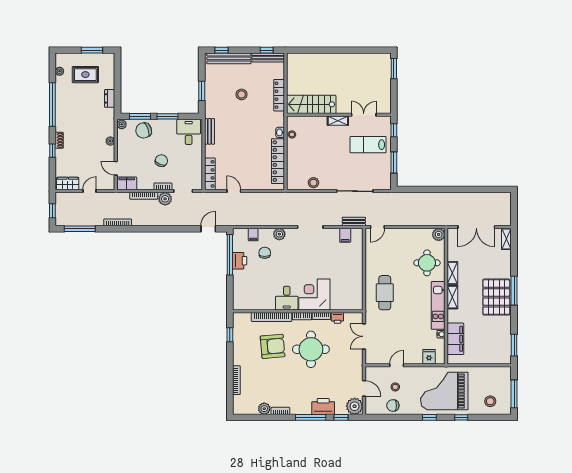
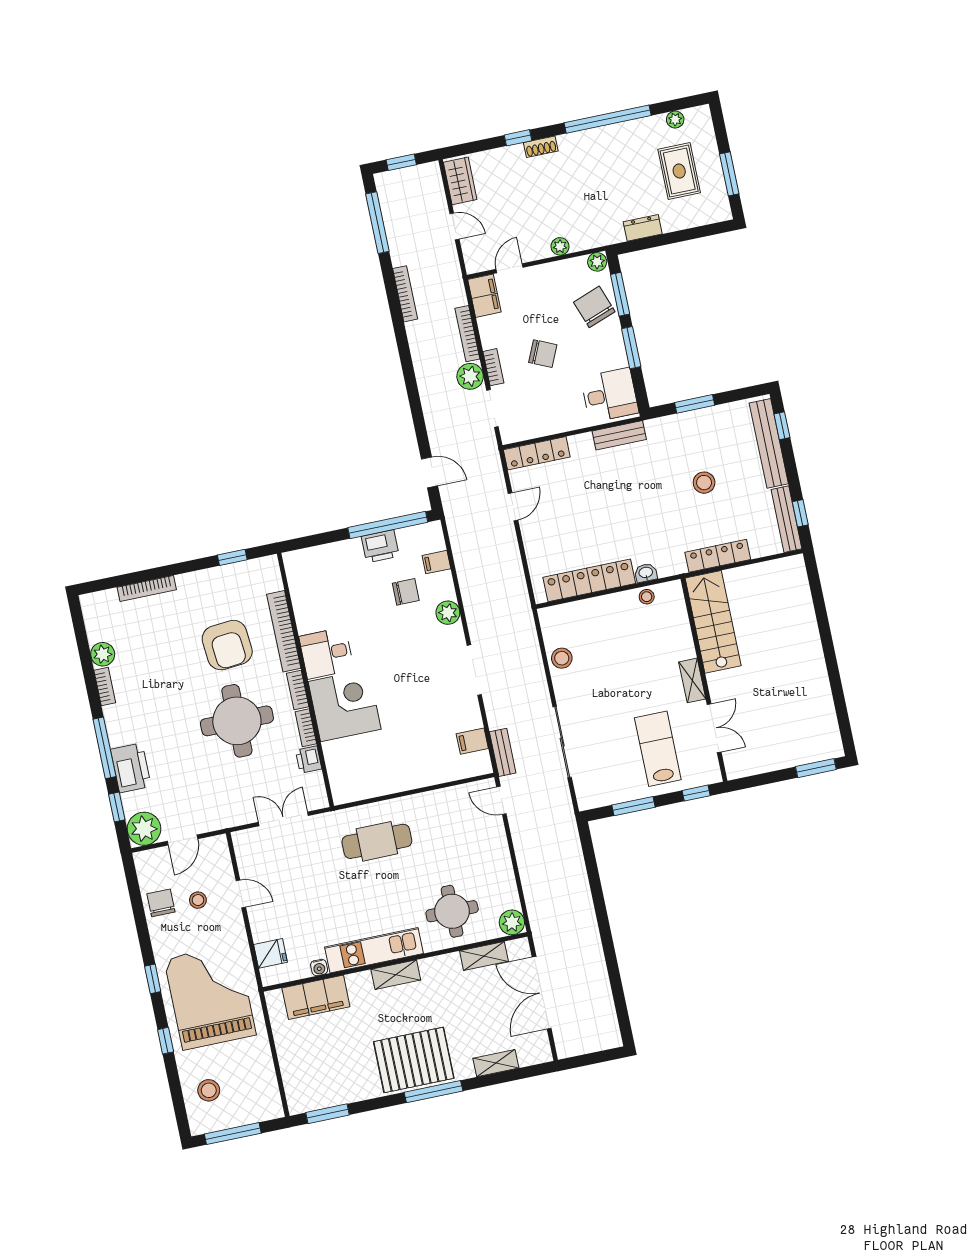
shelving: (506, 239) -> (496, 1063), moved
shelving: (452, 273) -> (484, 956), moved

